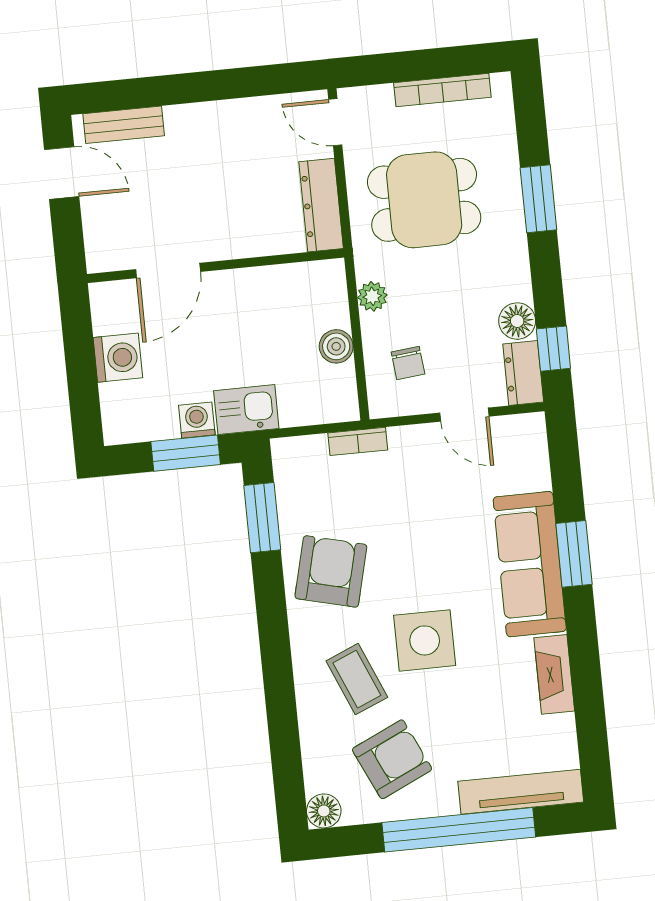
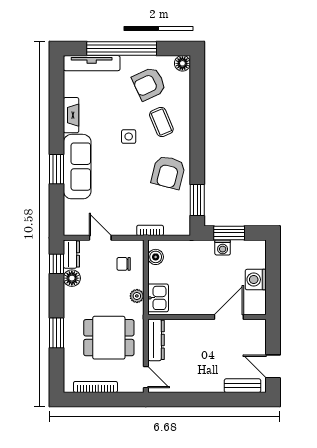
boiler: (336, 346) -> (156, 257), moved
chair: (408, 363) -> (124, 264), turned -84
kitchen sink: (246, 410) -> (158, 298), moved, turned -90
side table: (425, 640) -> (129, 137), width x0.54, depth x0.54

